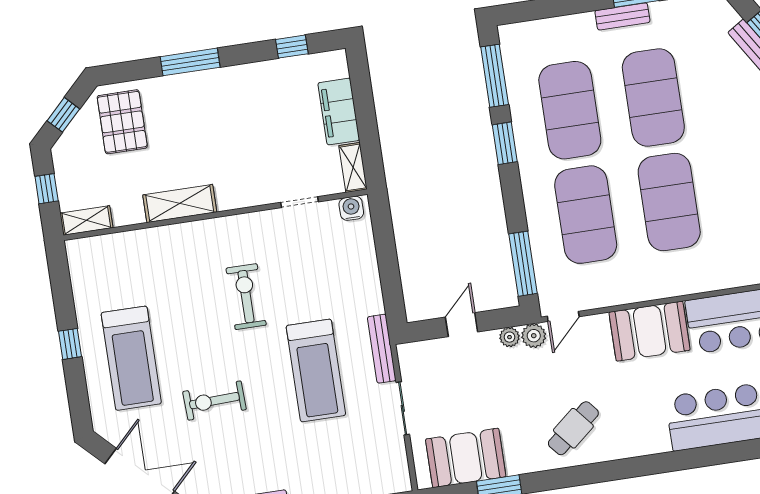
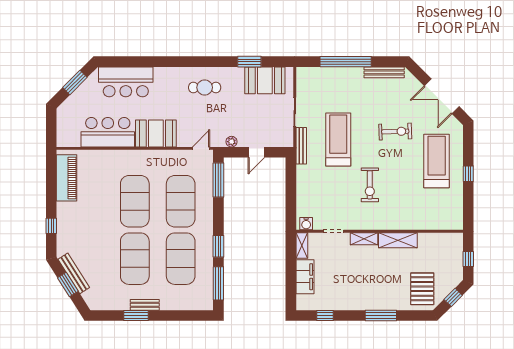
shelving: (86, 220) -> (364, 239), moved
plant: (534, 336) -> (218, 140), removed
cafe table: (573, 428) -> (205, 87), turned 40

